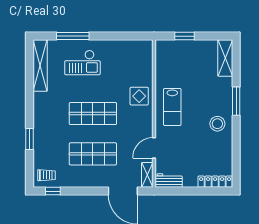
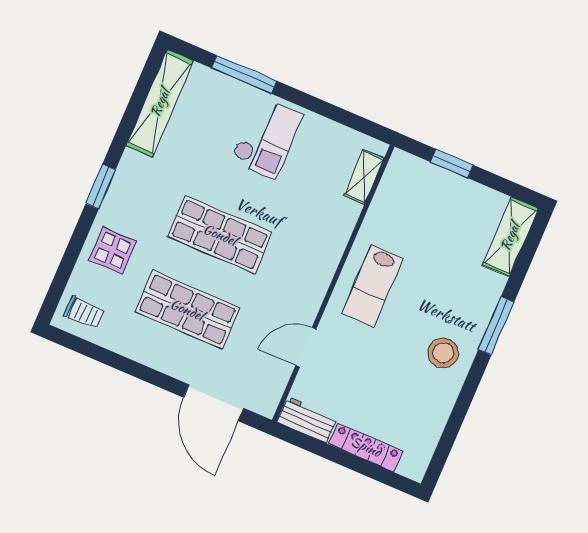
checkout: (82, 63) -> (267, 138), moved, turned -90
display table: (139, 96) -> (112, 250), moved
window: (29, 139) -> (101, 187), moved
shelving: (147, 175) -> (364, 177), moved
locker: (215, 182) -> (366, 447), moved
window: (53, 191) -> (83, 347), removed

